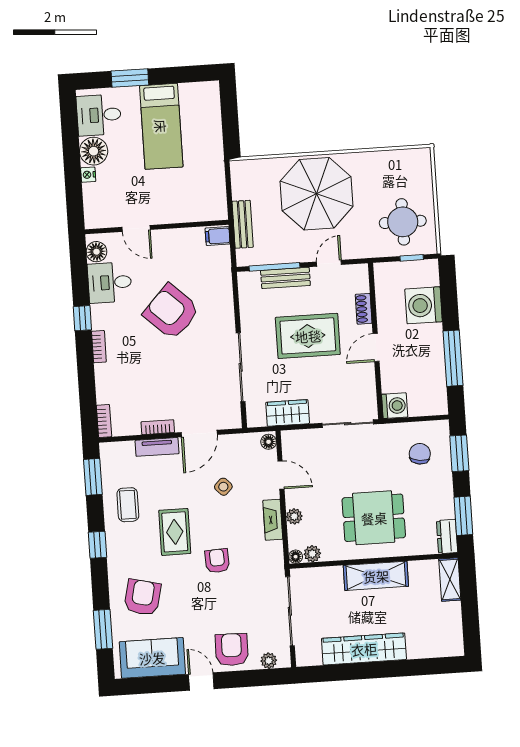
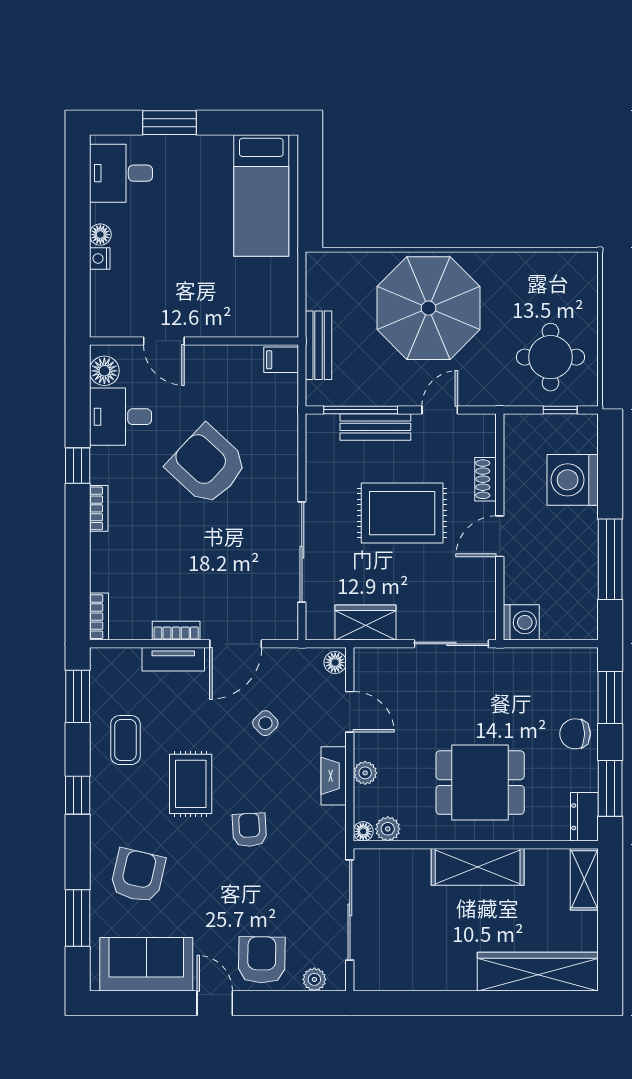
bed: (161, 126) -> (261, 196), moved
floor lamp: (94, 151) -> (100, 235), width x0.53, depth x0.53
chair: (420, 454) -> (575, 734), moved, turned -98
wardrobe: (364, 649) -> (538, 972), moved

